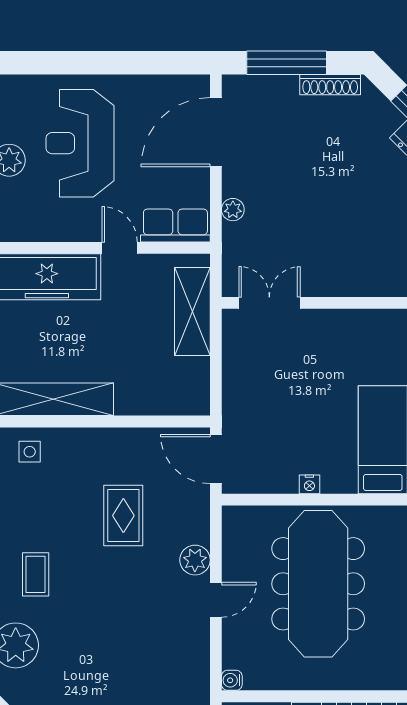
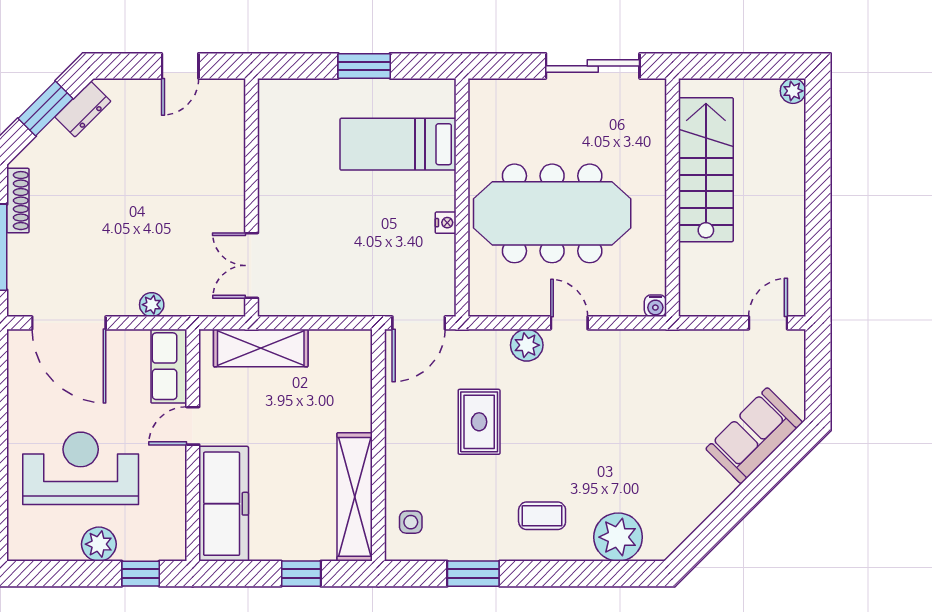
reception desk: (80, 143) -> (81, 468), turned 180
rug: (123, 516) -> (479, 422), turned 90

